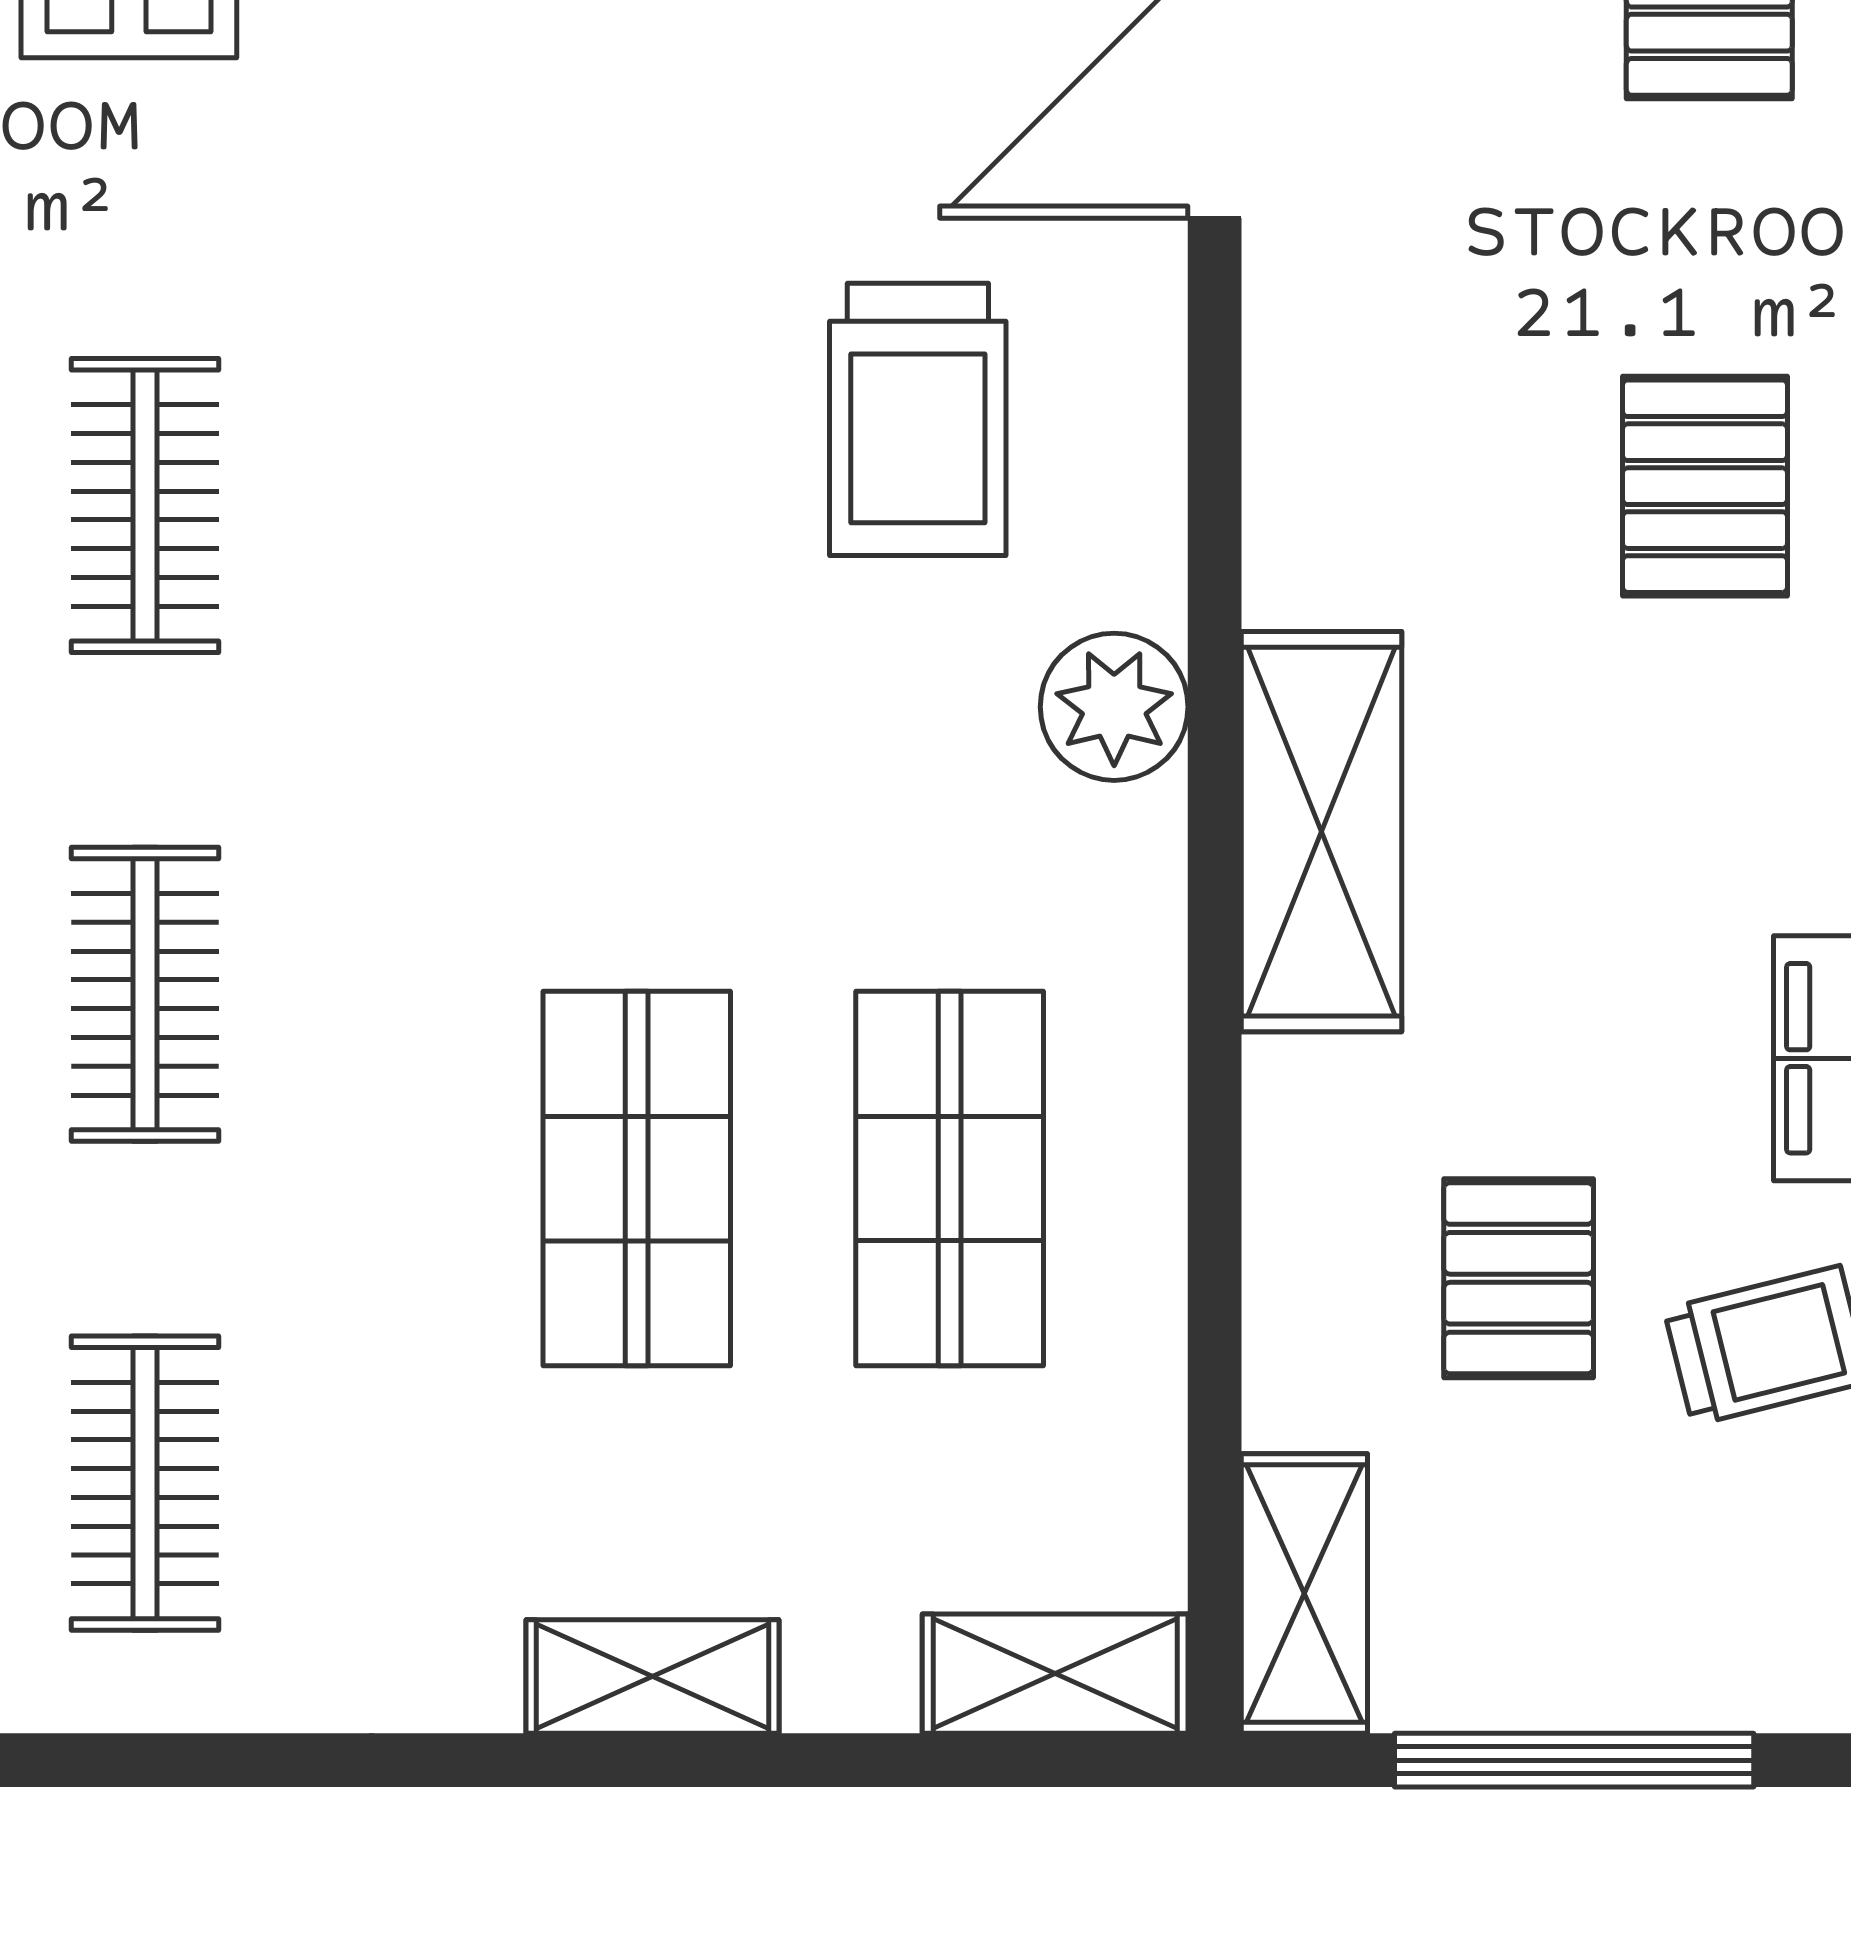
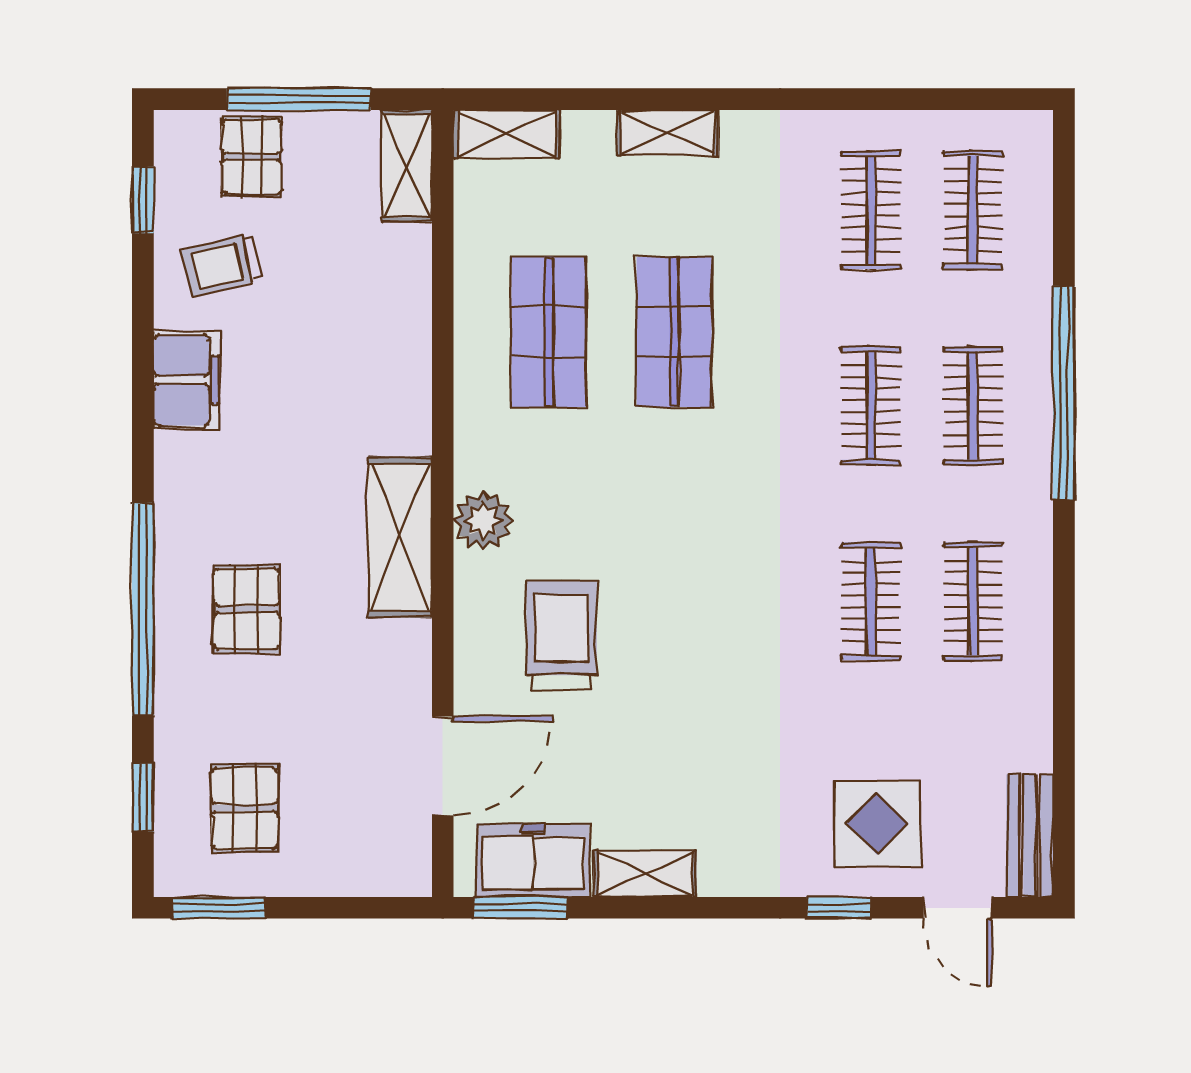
shelving: (1322, 832) -> (400, 537), moved
pallet: (1519, 1278) -> (252, 157), moved

